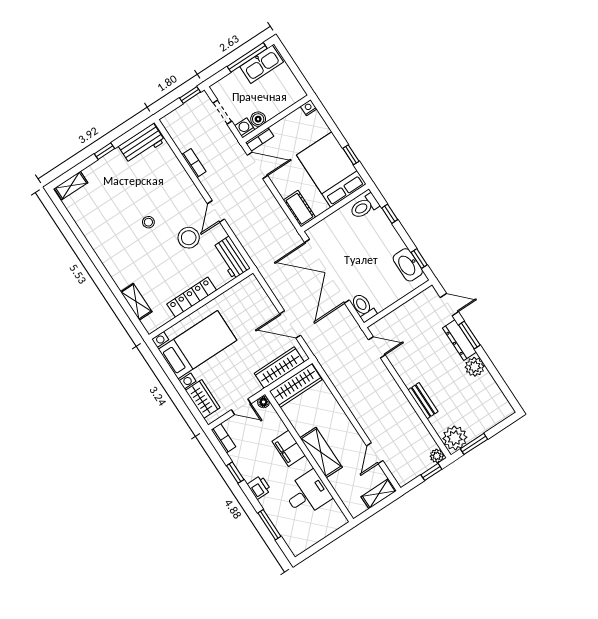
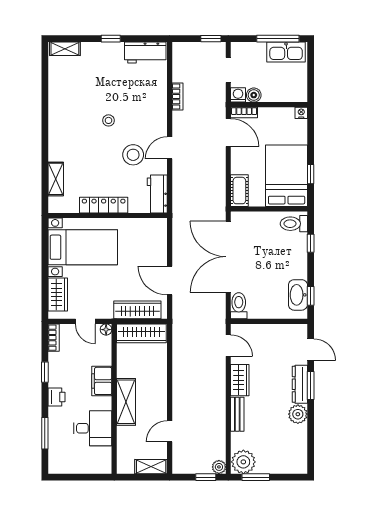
wardrobe: (406, 370) -> (240, 380), added

